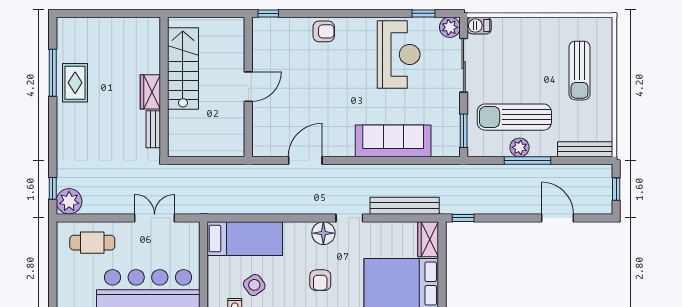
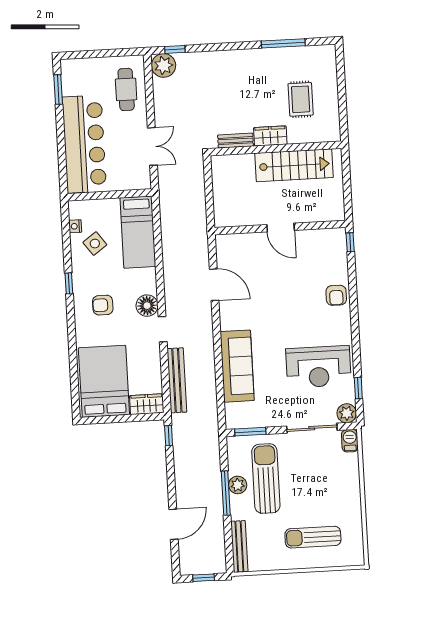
rug: (75, 83) -> (301, 99), moved, turned 90

